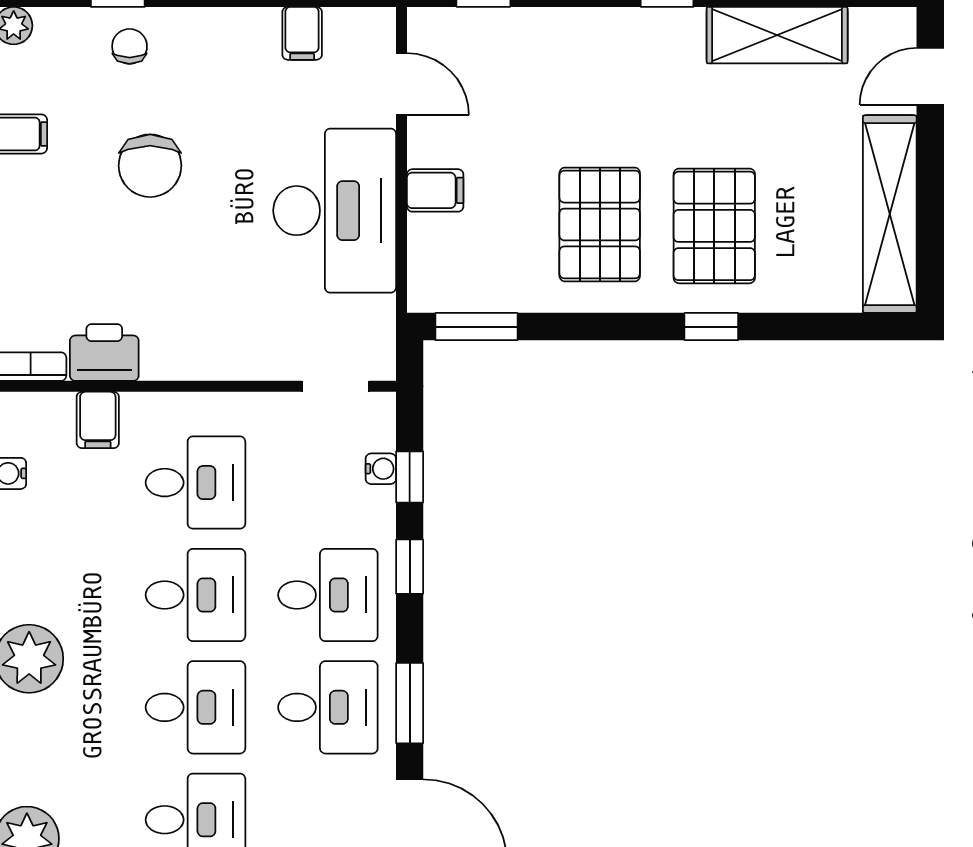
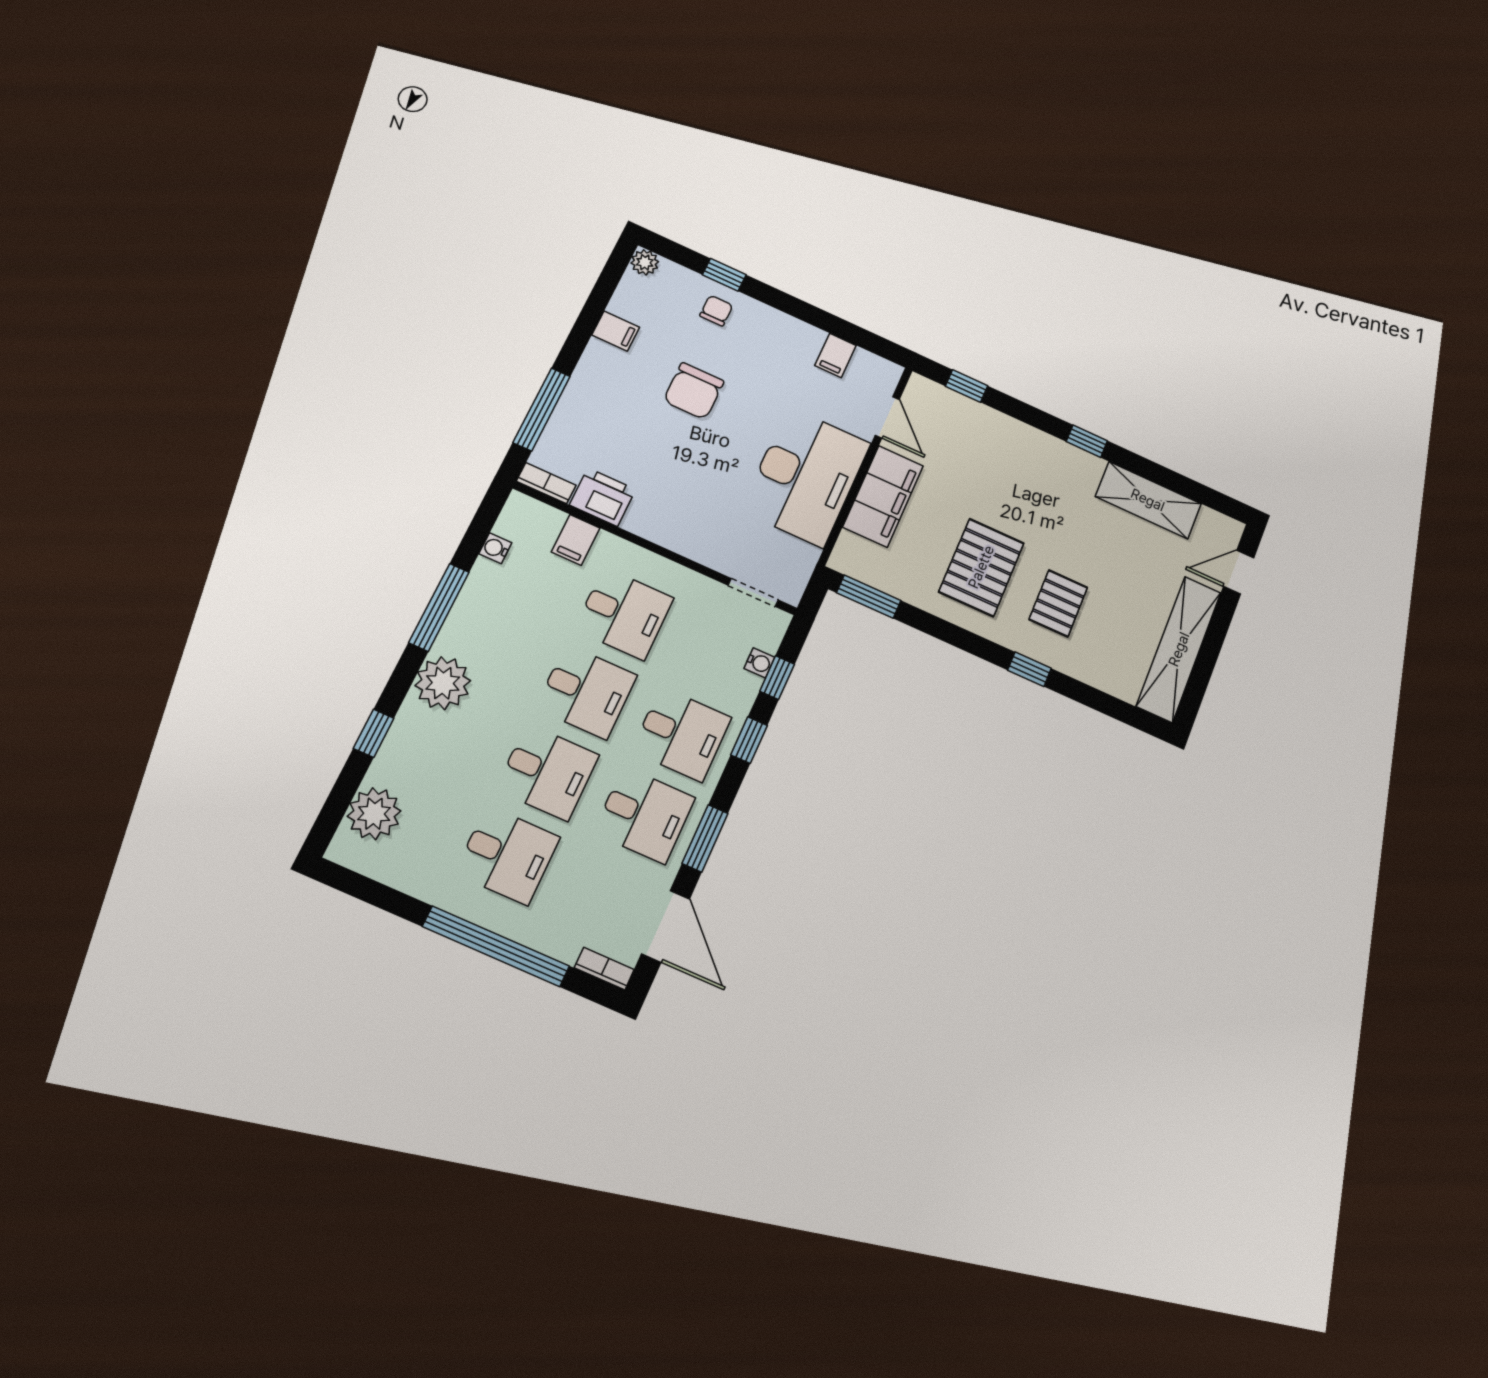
filing cabinet: (435, 190) -> (883, 496), width x3.00, depth x1.17
pallet: (714, 226) -> (1058, 603), width x0.67, depth x0.71

